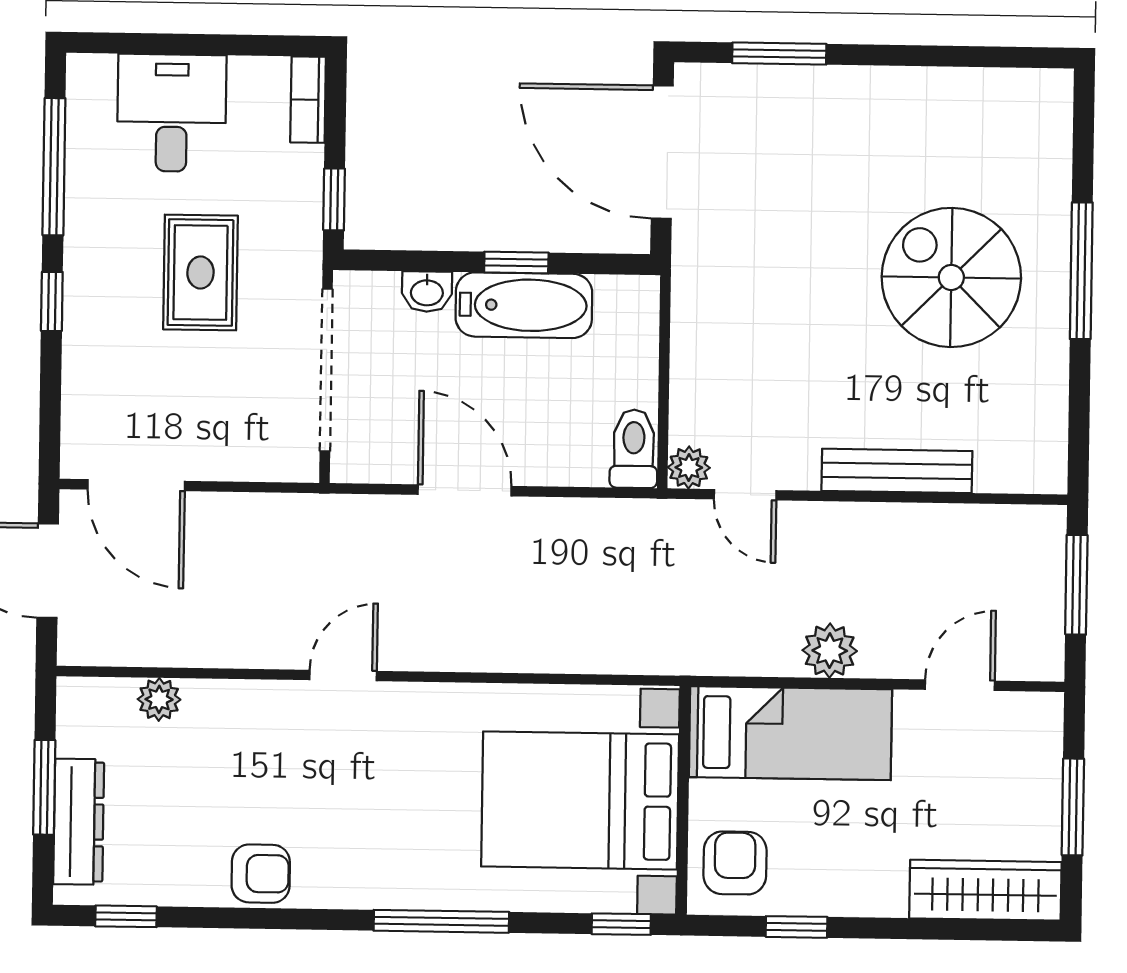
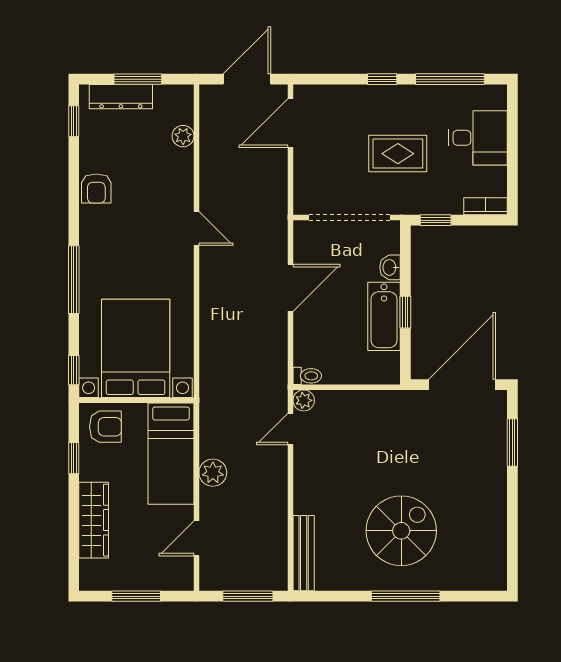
toilet: (634, 449) -> (307, 376), width x0.73, depth x0.72
bench: (897, 471) -> (304, 553), moved
door: (960, 685) -> (196, 538), swing flipped
wardrobe: (985, 890) -> (94, 520), moved

